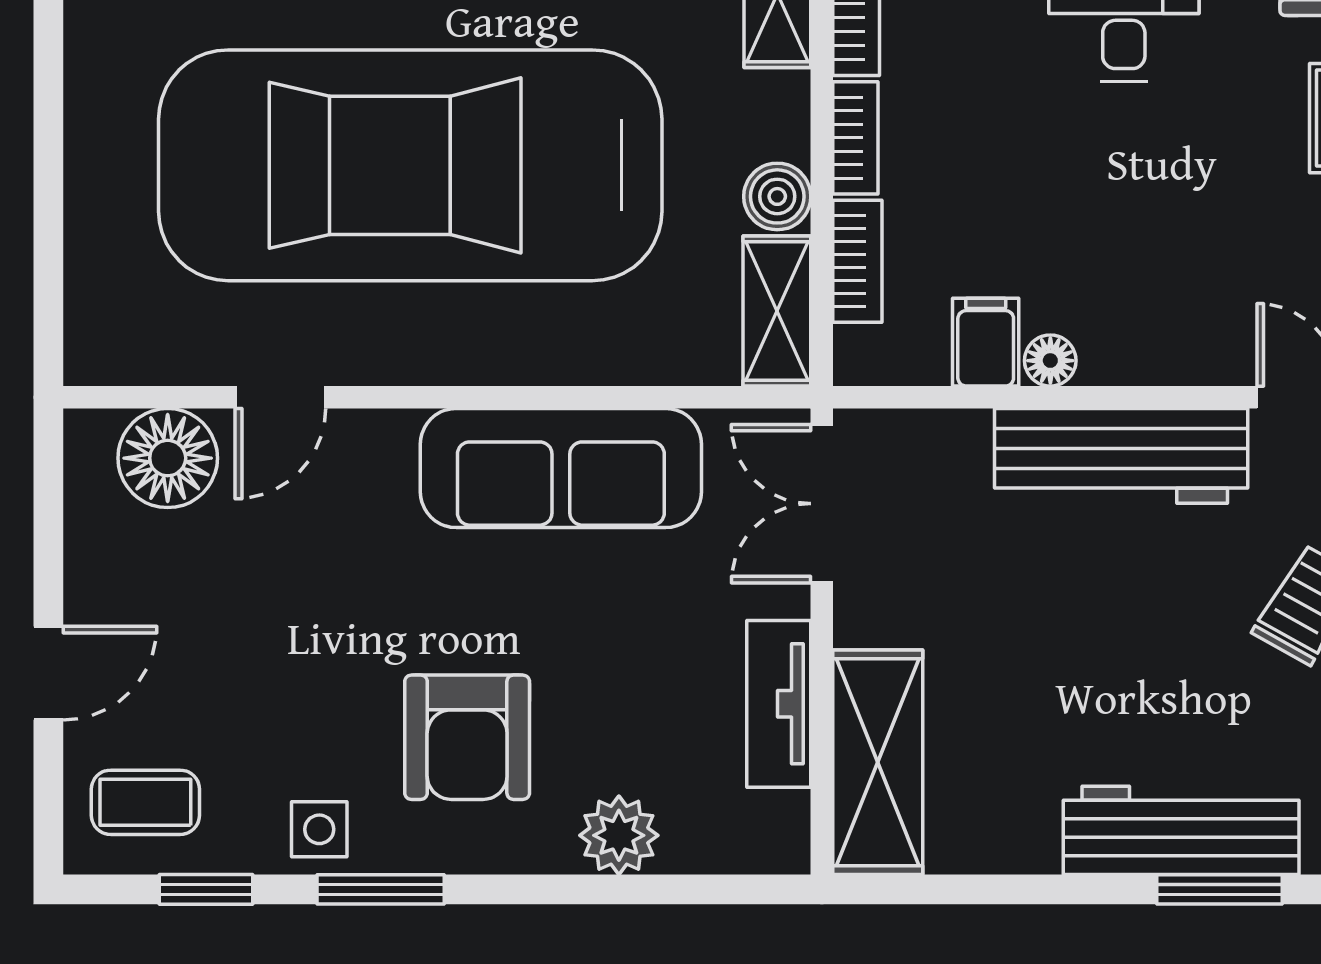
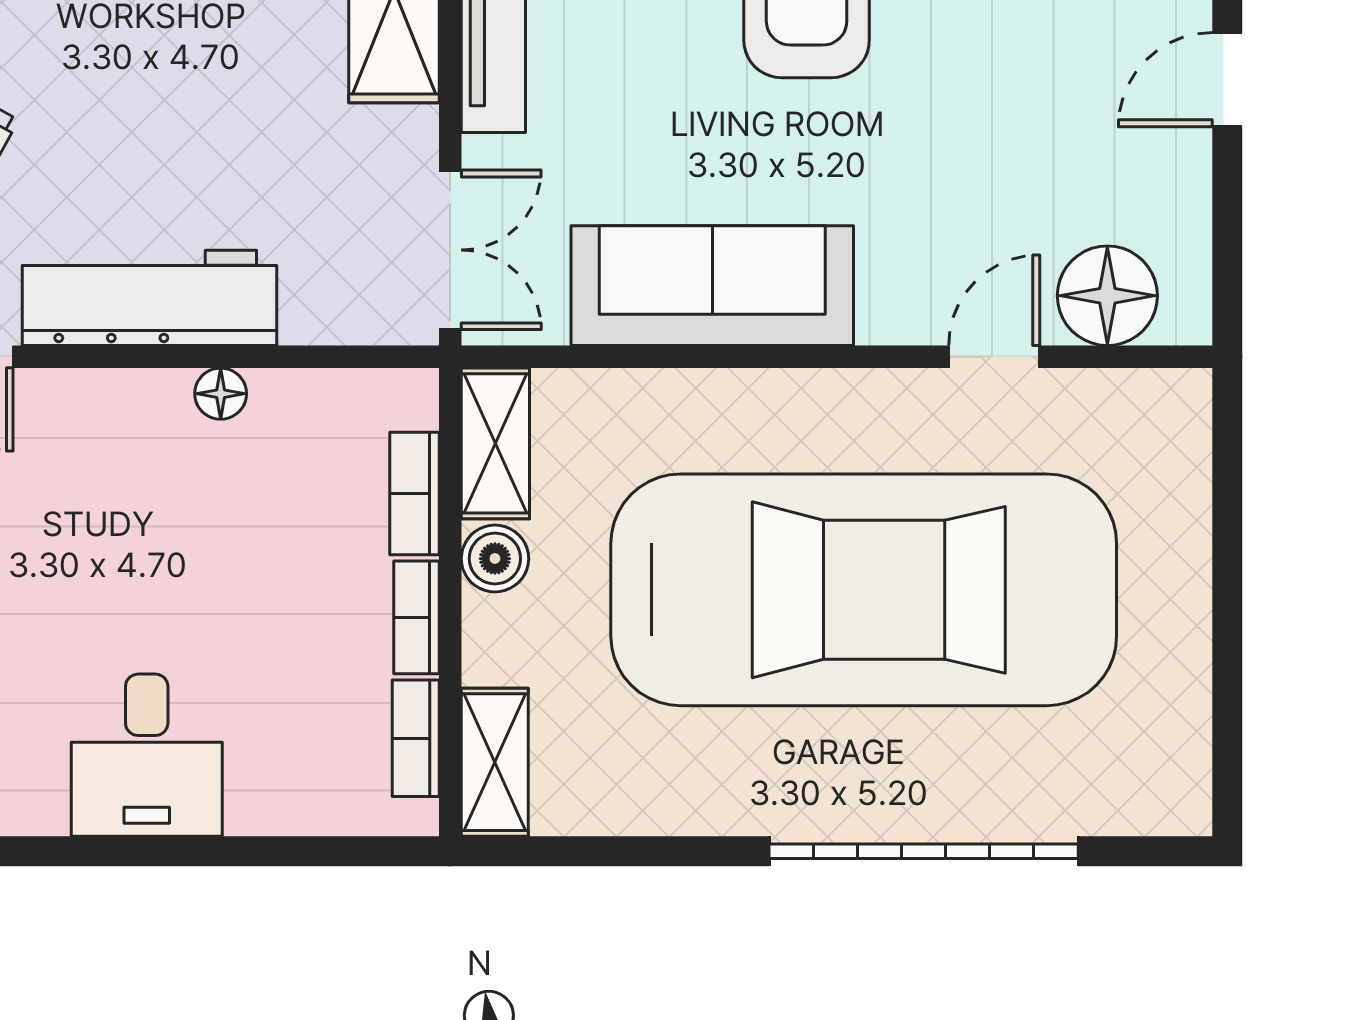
filing cabinet: (986, 342) -> (285, 412), removed

